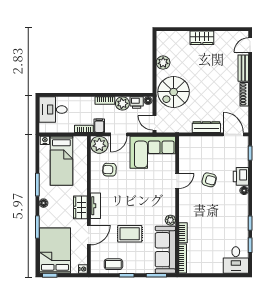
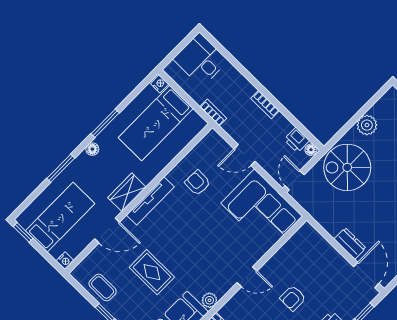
plant: (122, 103) -> (281, 126), removed
filing cabinet: (99, 126) -> (233, 125), removed
dresser: (206, 127) -> (350, 244), width x0.70
plant: (99, 145) -> (213, 146), removed
armchair: (209, 180) -> (293, 298), turned 75
door: (177, 181) -> (247, 277), moved
tv unit: (95, 206) -> (150, 201), width x1.41
bed: (55, 251) -> (60, 217), width x0.67

